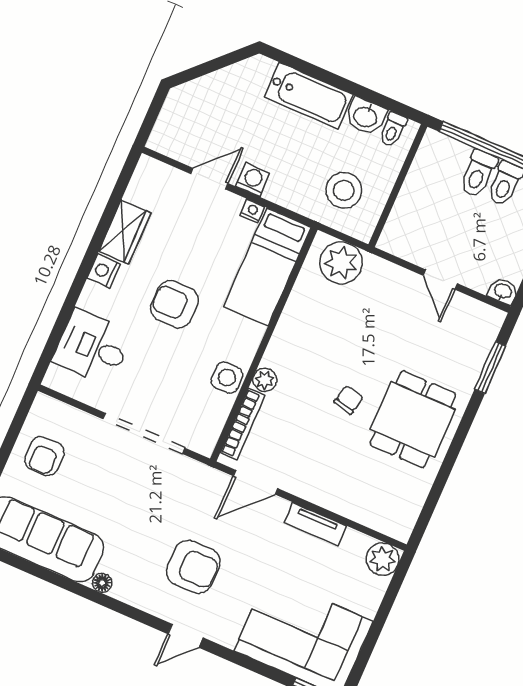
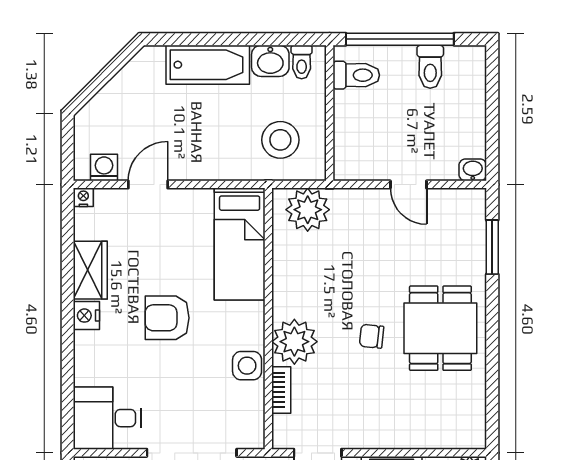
toilet: (478, 173) -> (356, 75), moved, turned -90
washing machine: (253, 180) -> (104, 168), moved
nightstand: (252, 211) -> (83, 197), moved
desk: (92, 347) -> (107, 418), moved
plant: (265, 380) -> (294, 342), width x1.88, depth x1.88
chair: (349, 400) -> (372, 336), turned -97
bookcase: (243, 424) -> (281, 390), width x0.64

